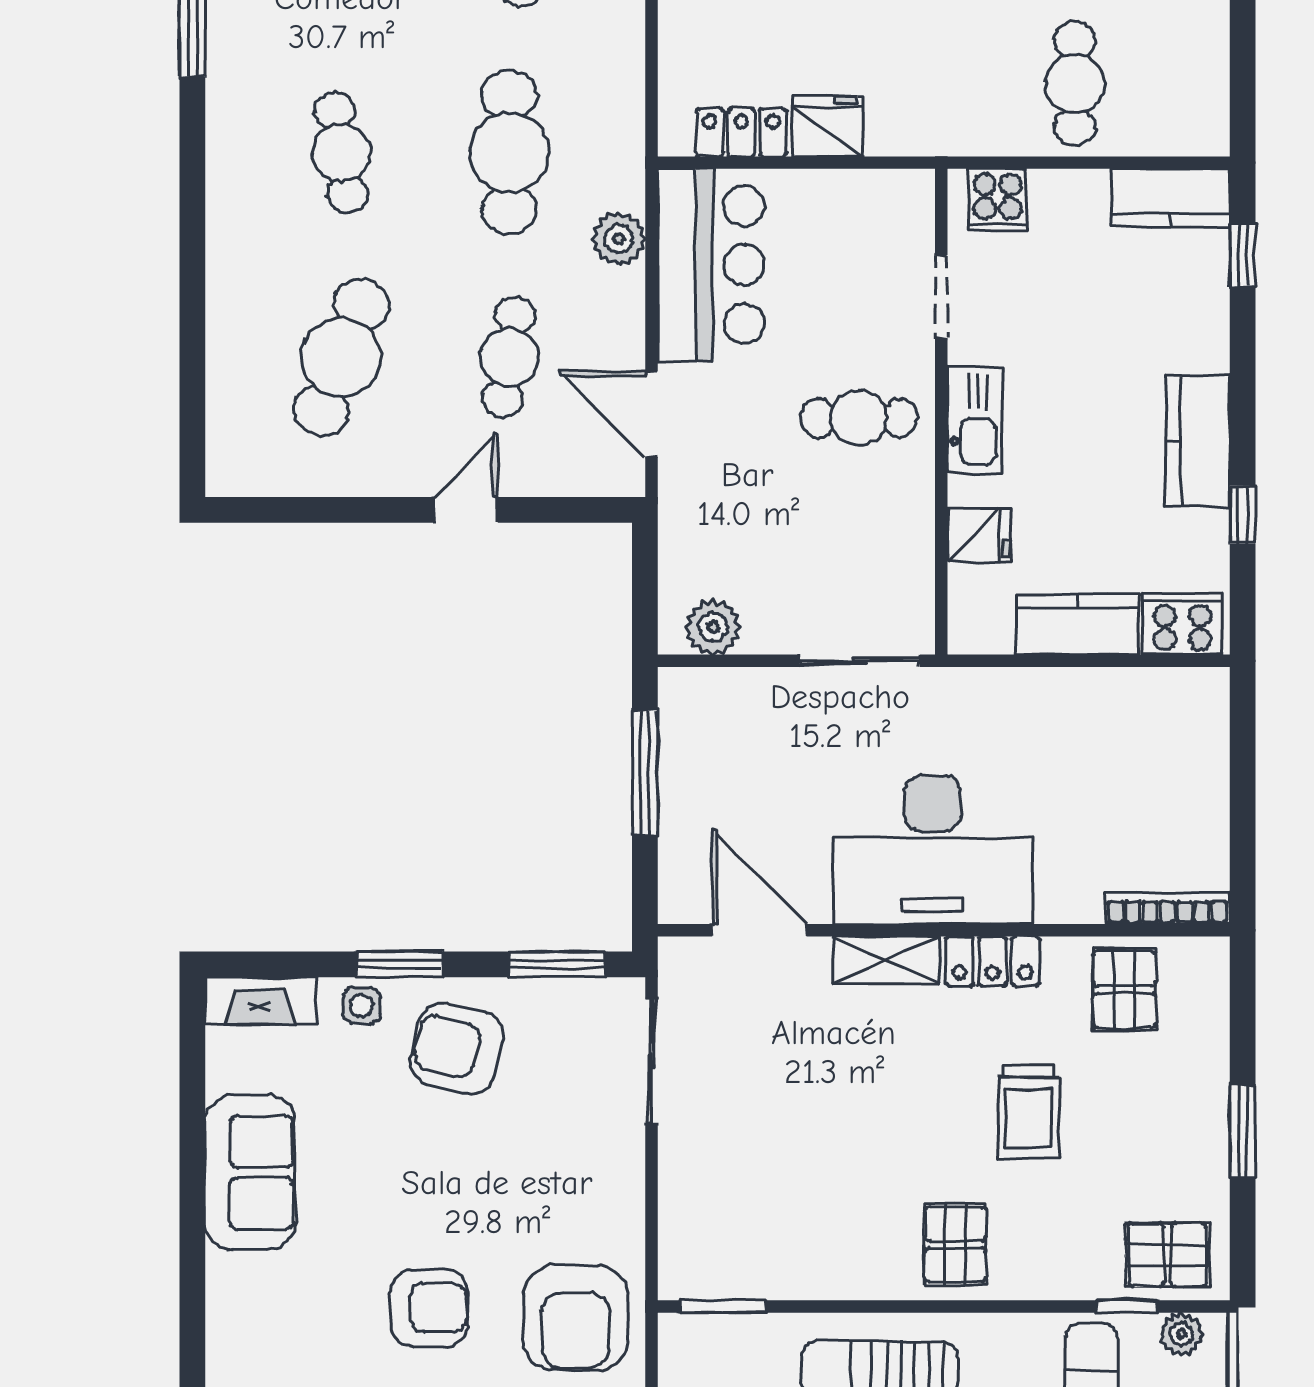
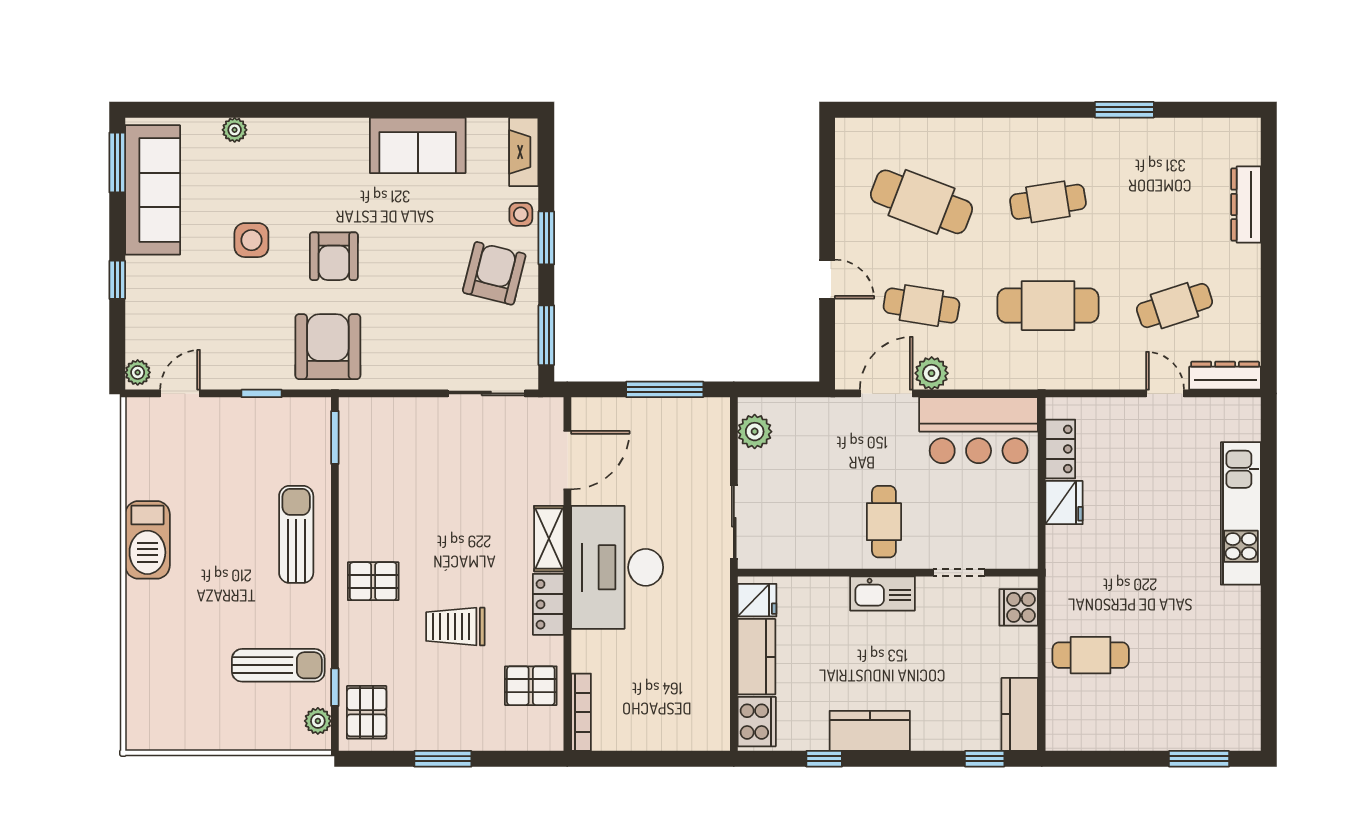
plant: (619, 239) -> (932, 373), moved
fridge: (979, 535) -> (757, 600), moved, turned -90
armchair: (576, 1318) -> (328, 347), turned 90

